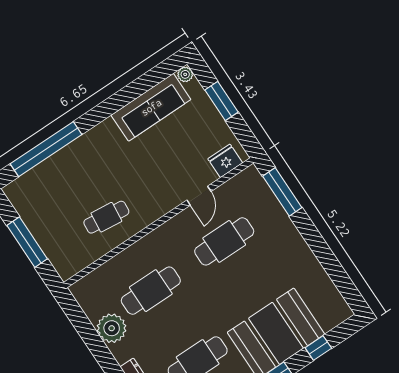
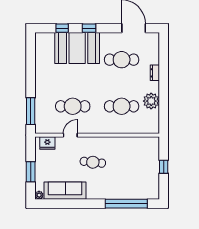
cafe table: (106, 217) -> (93, 162), moved
window: (27, 242) -> (164, 167), width x0.46

